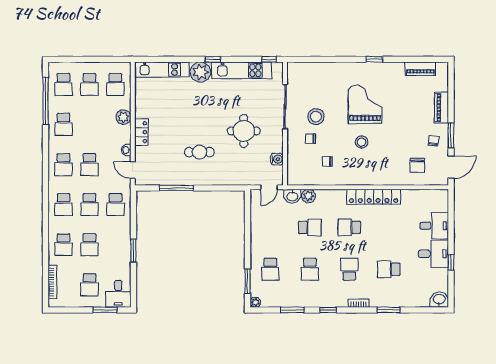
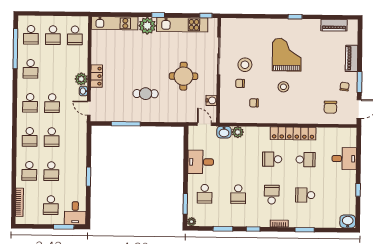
plant: (123, 117) -> (81, 79), moved
door: (269, 187) -> (204, 124), swing flipped
school desk: (115, 205) -> (74, 137), removed
school desk: (310, 227) -> (306, 160), moved
desk: (433, 254) -> (201, 162), moved, turned 180

